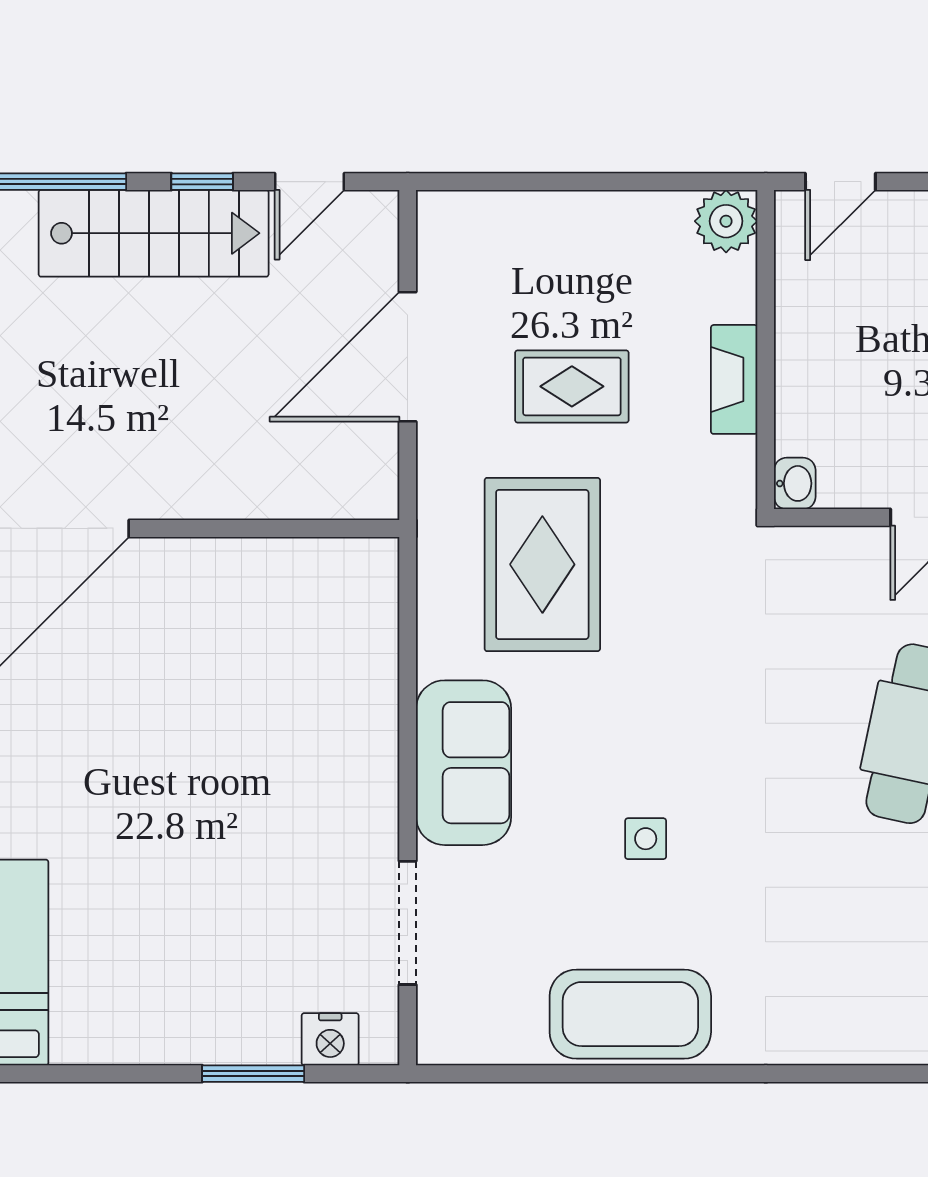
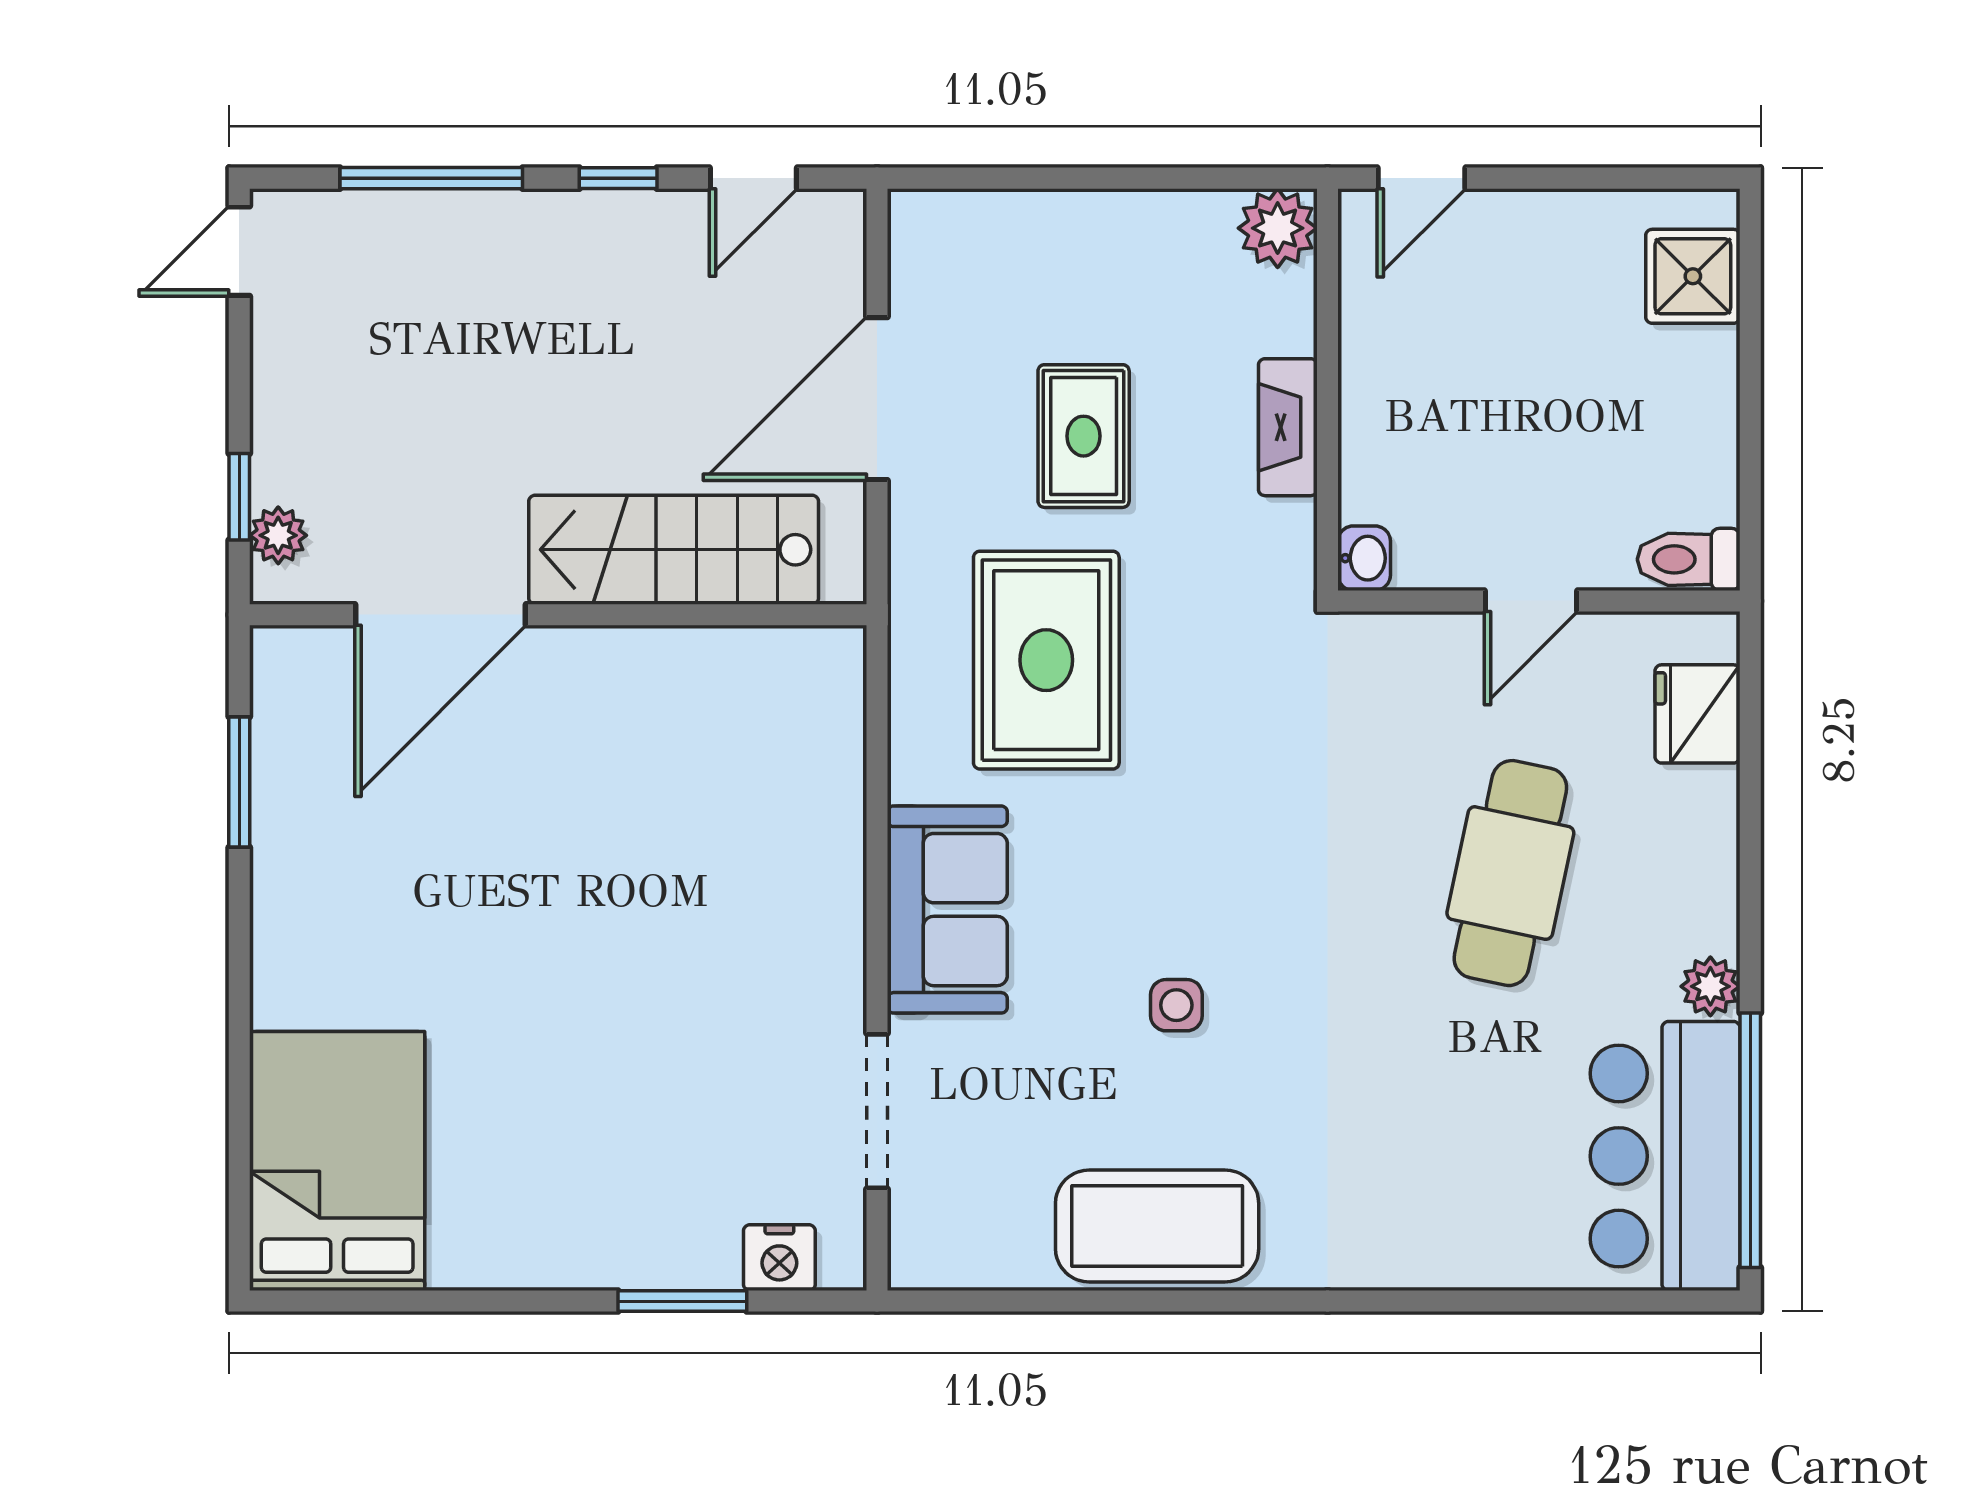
stairs: (154, 233) -> (674, 550), moved, turned 180
rug: (572, 386) -> (1084, 436), turned 90

